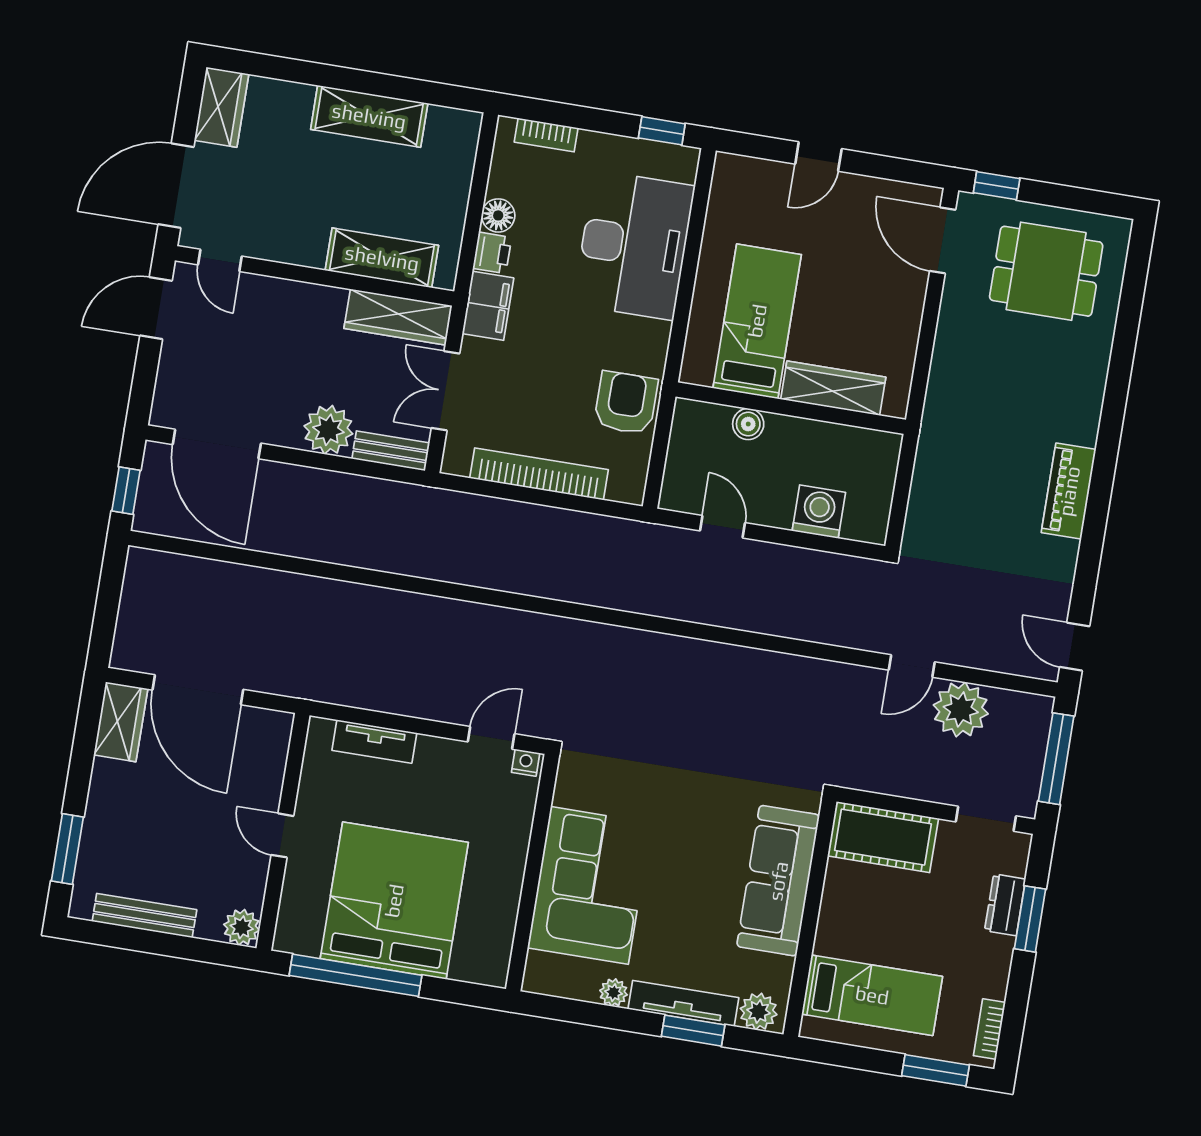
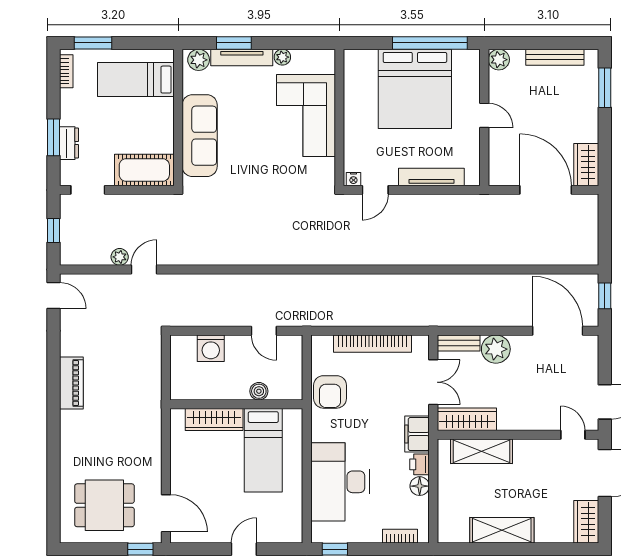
plant: (961, 709) -> (120, 257), width x0.53, depth x0.53
tv unit: (374, 742) -> (431, 177), width x1.41
window: (1056, 759) -> (54, 230), width x0.46

